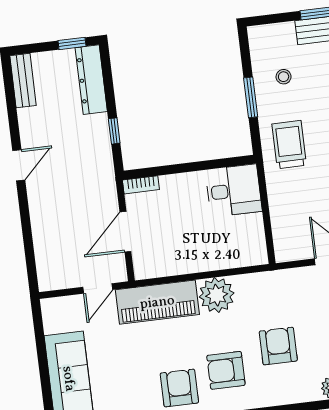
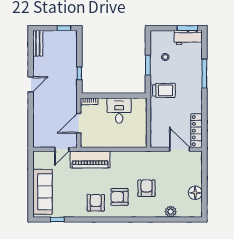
dresser: (91, 80) -> (71, 47), removed
trolley: (289, 145) -> (164, 90), turned 90
desk: (234, 191) -> (119, 111), moved, turned -90
plant: (217, 295) -> (119, 160), removed

